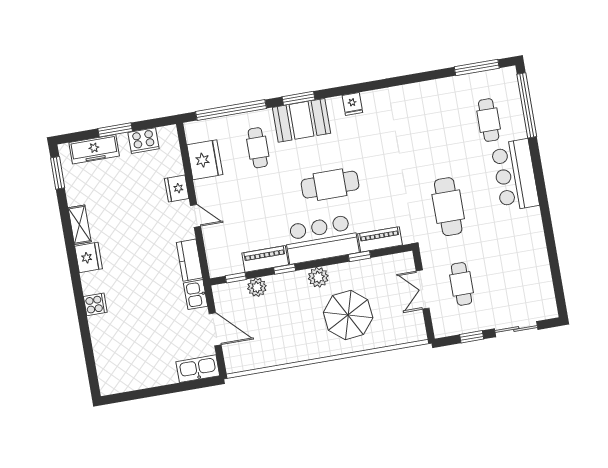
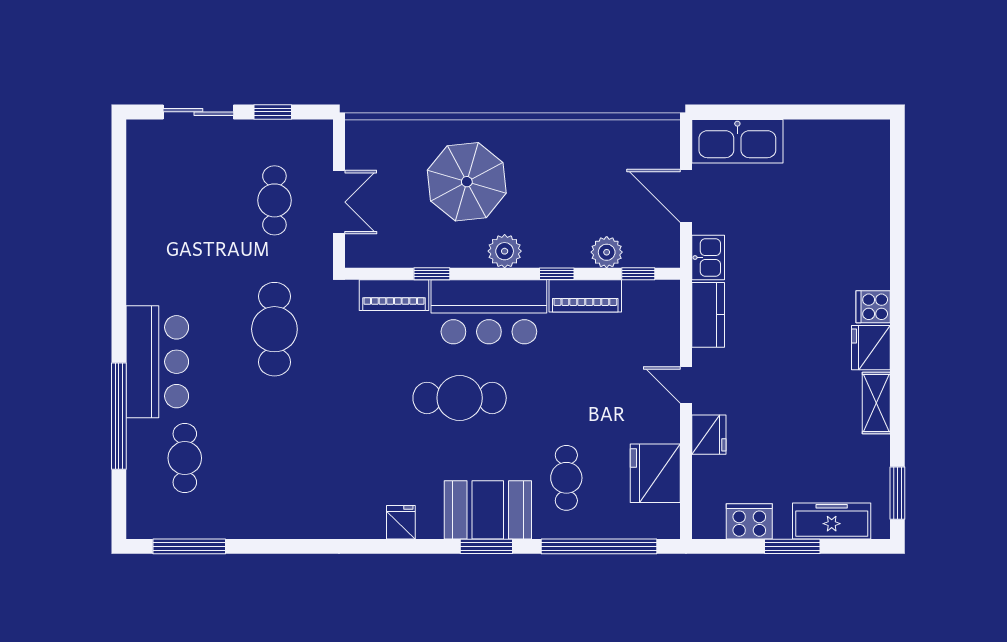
window: (527, 105) -> (119, 416), moved
cooker: (95, 304) -> (873, 307), moved
kitchen sink: (198, 369) -> (737, 141), width x1.36, depth x1.24

